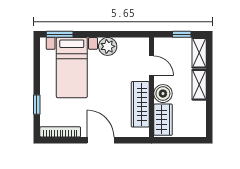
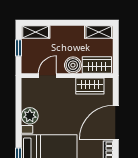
shelving: (199, 85) -> (99, 32), moved
wardrobe: (140, 104) -> (90, 86), width x0.67
door: (101, 140) -> (116, 122), width x1.36

